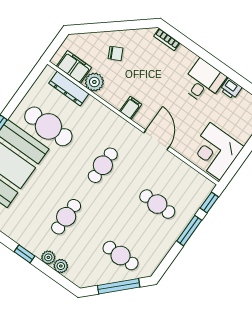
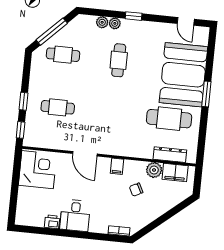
chair: (115, 53) -> (136, 190), moved
cafe table: (103, 165) -> (113, 113), removed
window: (189, 231) -> (23, 101), width x0.67

